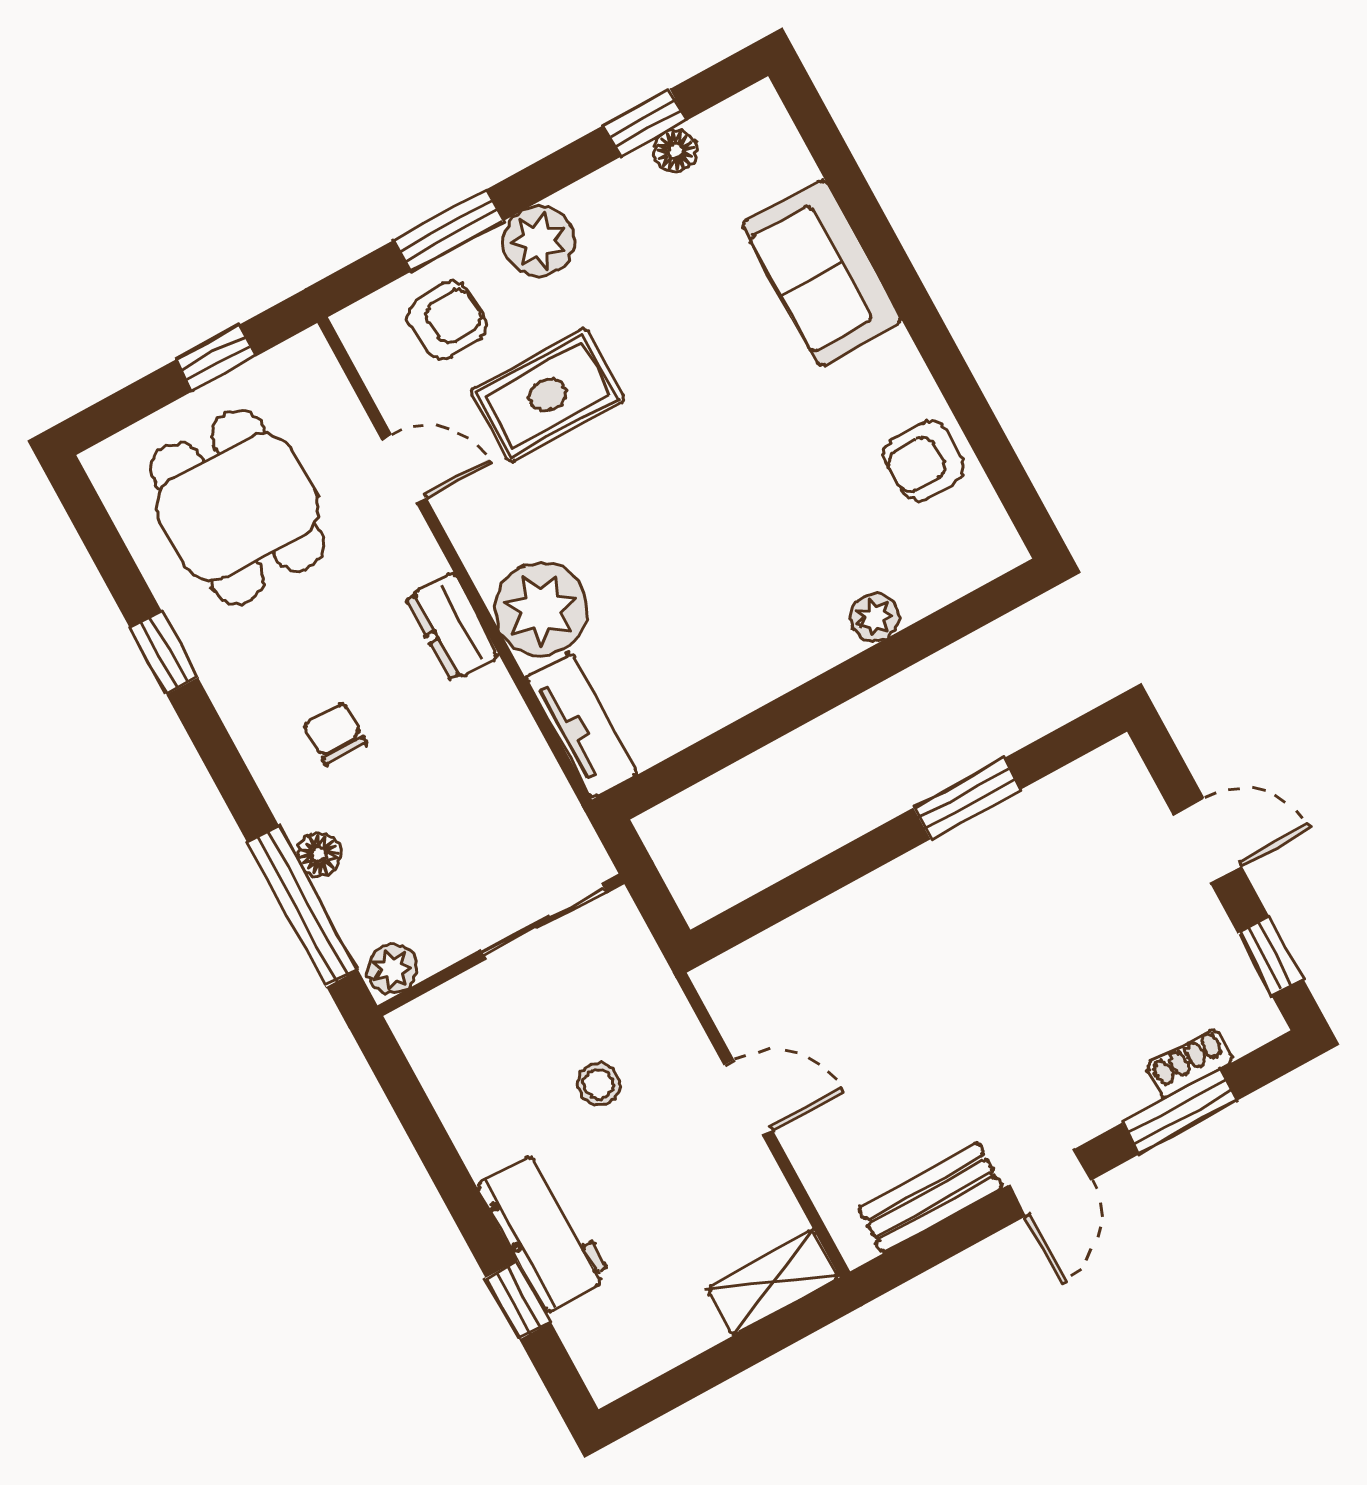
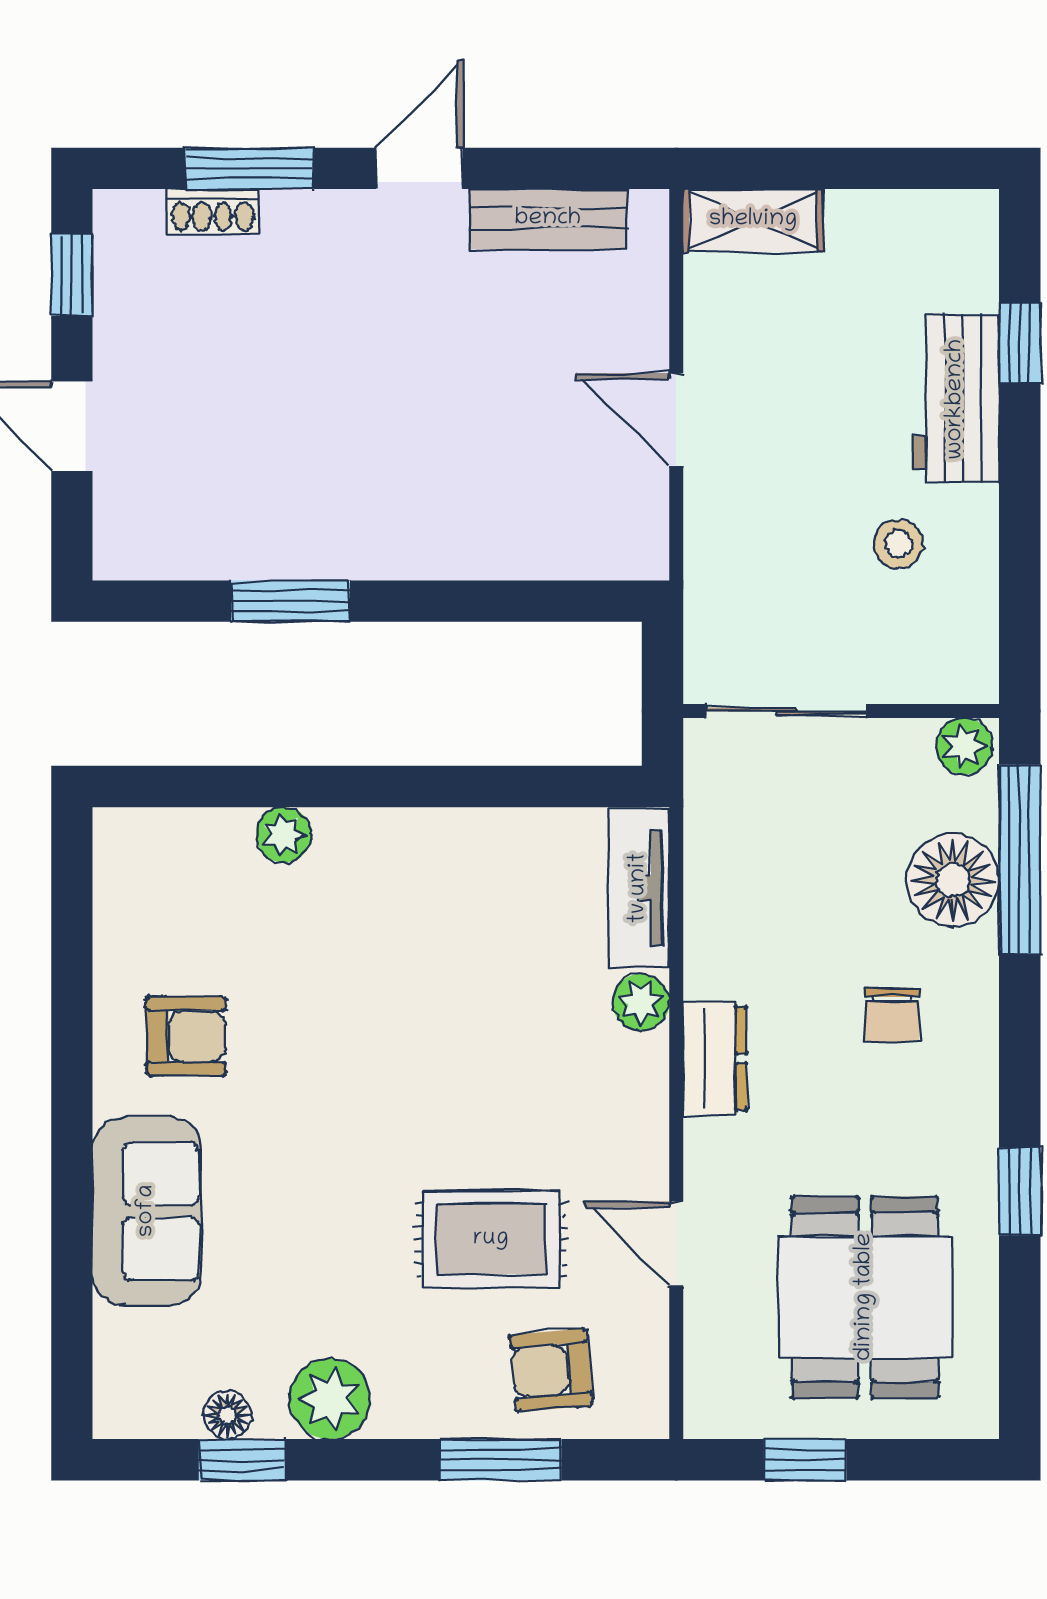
plant: (539, 241) -> (330, 1399), moved
armchair: (924, 461) -> (186, 1036), moved
plant: (541, 609) -> (641, 1002), width x0.53, depth x0.53
floor lamp: (319, 855) -> (953, 880), width x1.89, depth x1.89
stool: (599, 1084) -> (898, 544), moved

